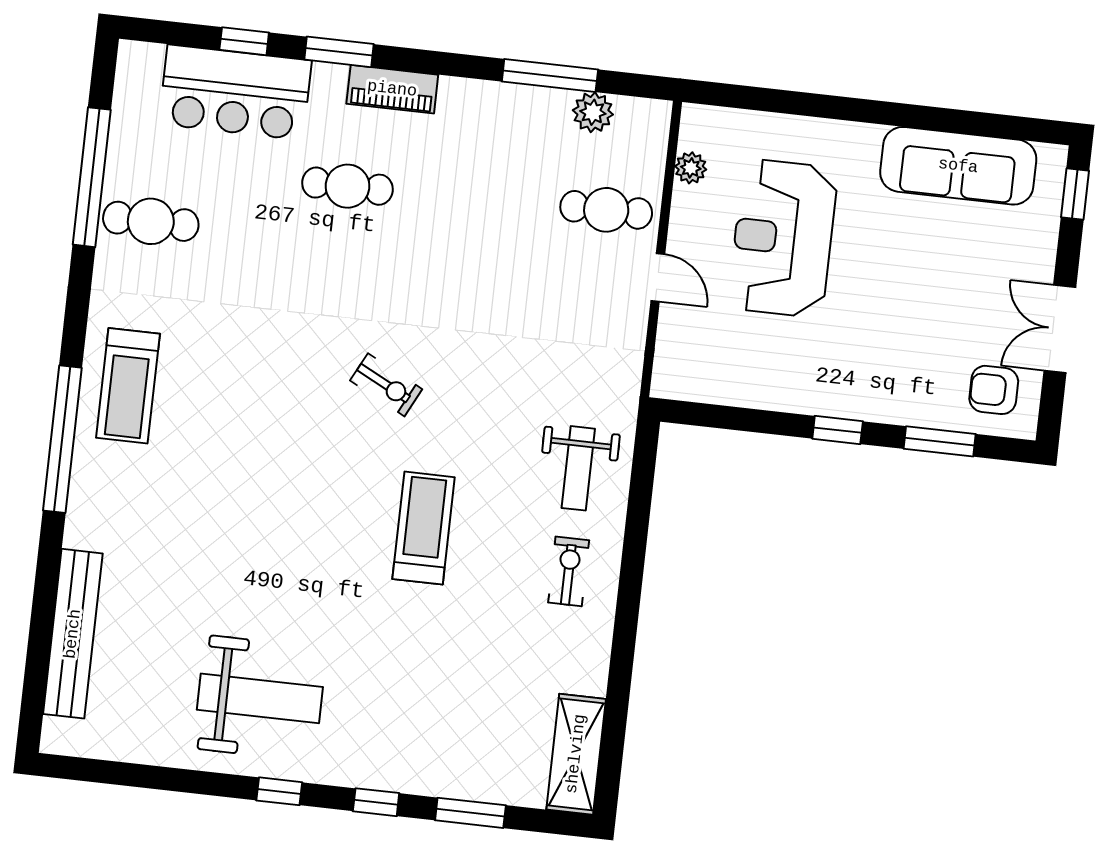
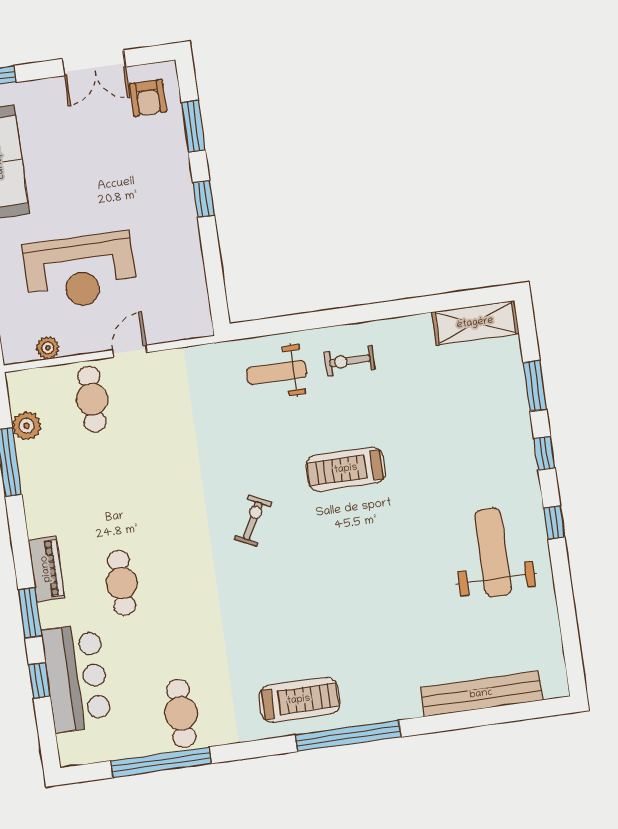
weight bench: (578, 468) -> (276, 372), turned 180

